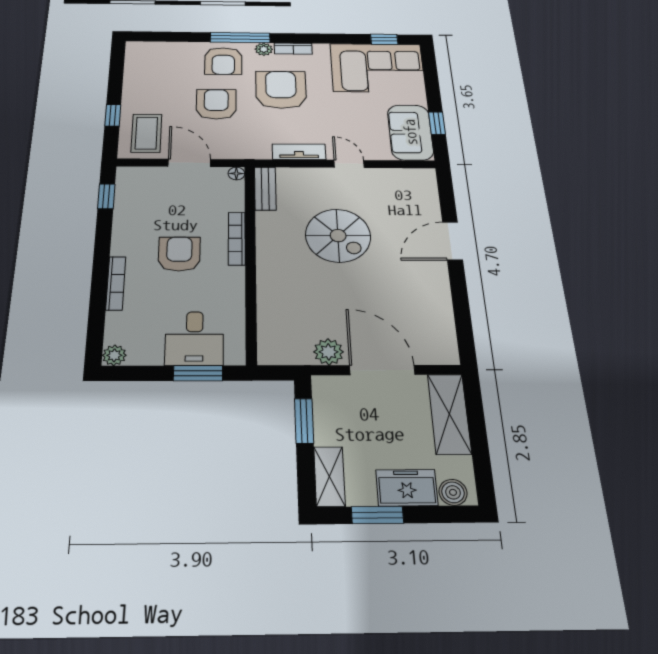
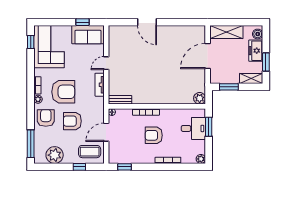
window: (240, 38) -> (31, 144), moved
armchair: (223, 61) -> (46, 118), turned -90
plant: (142, 74) -> (55, 155), added
armchair: (281, 90) -> (63, 92), turned 180
spiral stairs: (338, 236) -> (144, 70), removed
plant: (329, 352) -> (200, 98), moved

